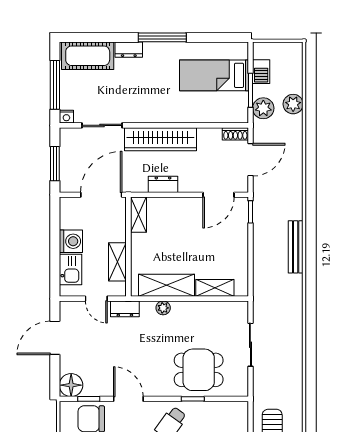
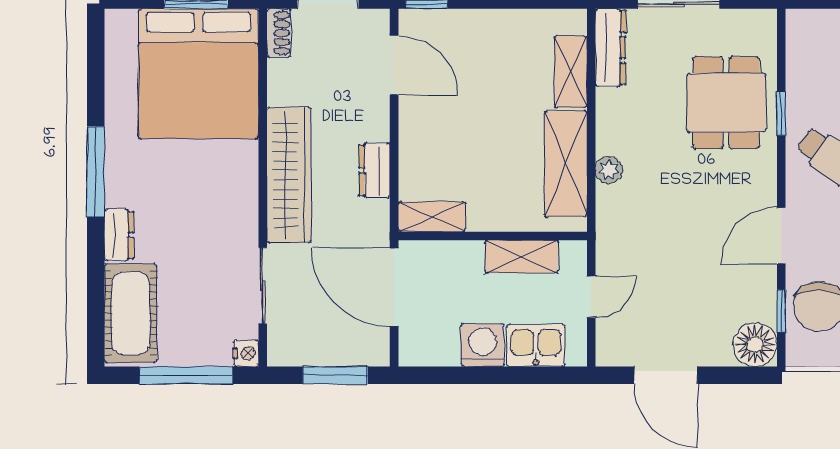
bed: (214, 75) -> (198, 74), width x2.04
dresser: (125, 309) -> (611, 48), moved, width x1.44

